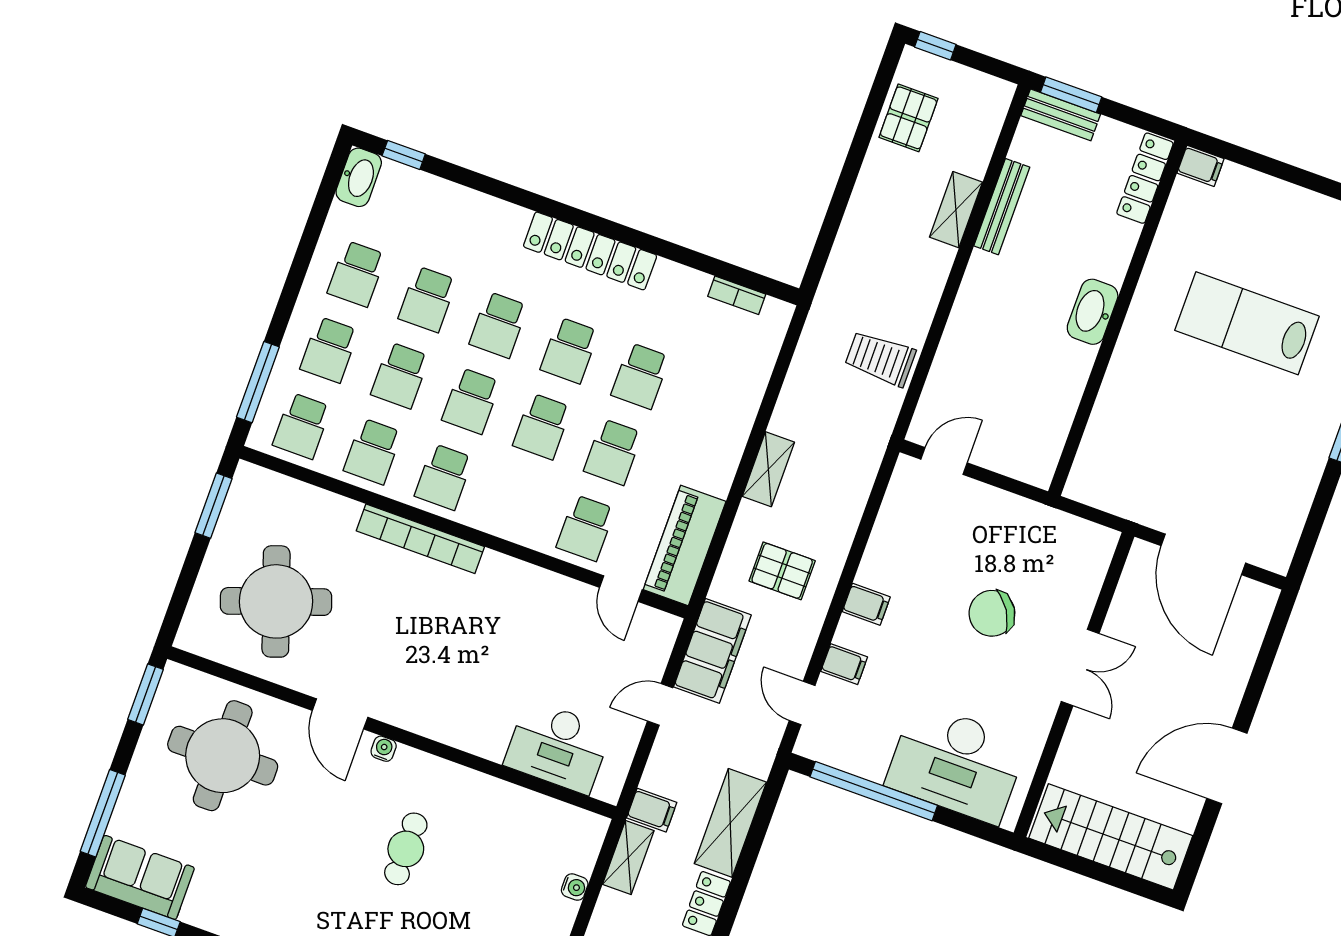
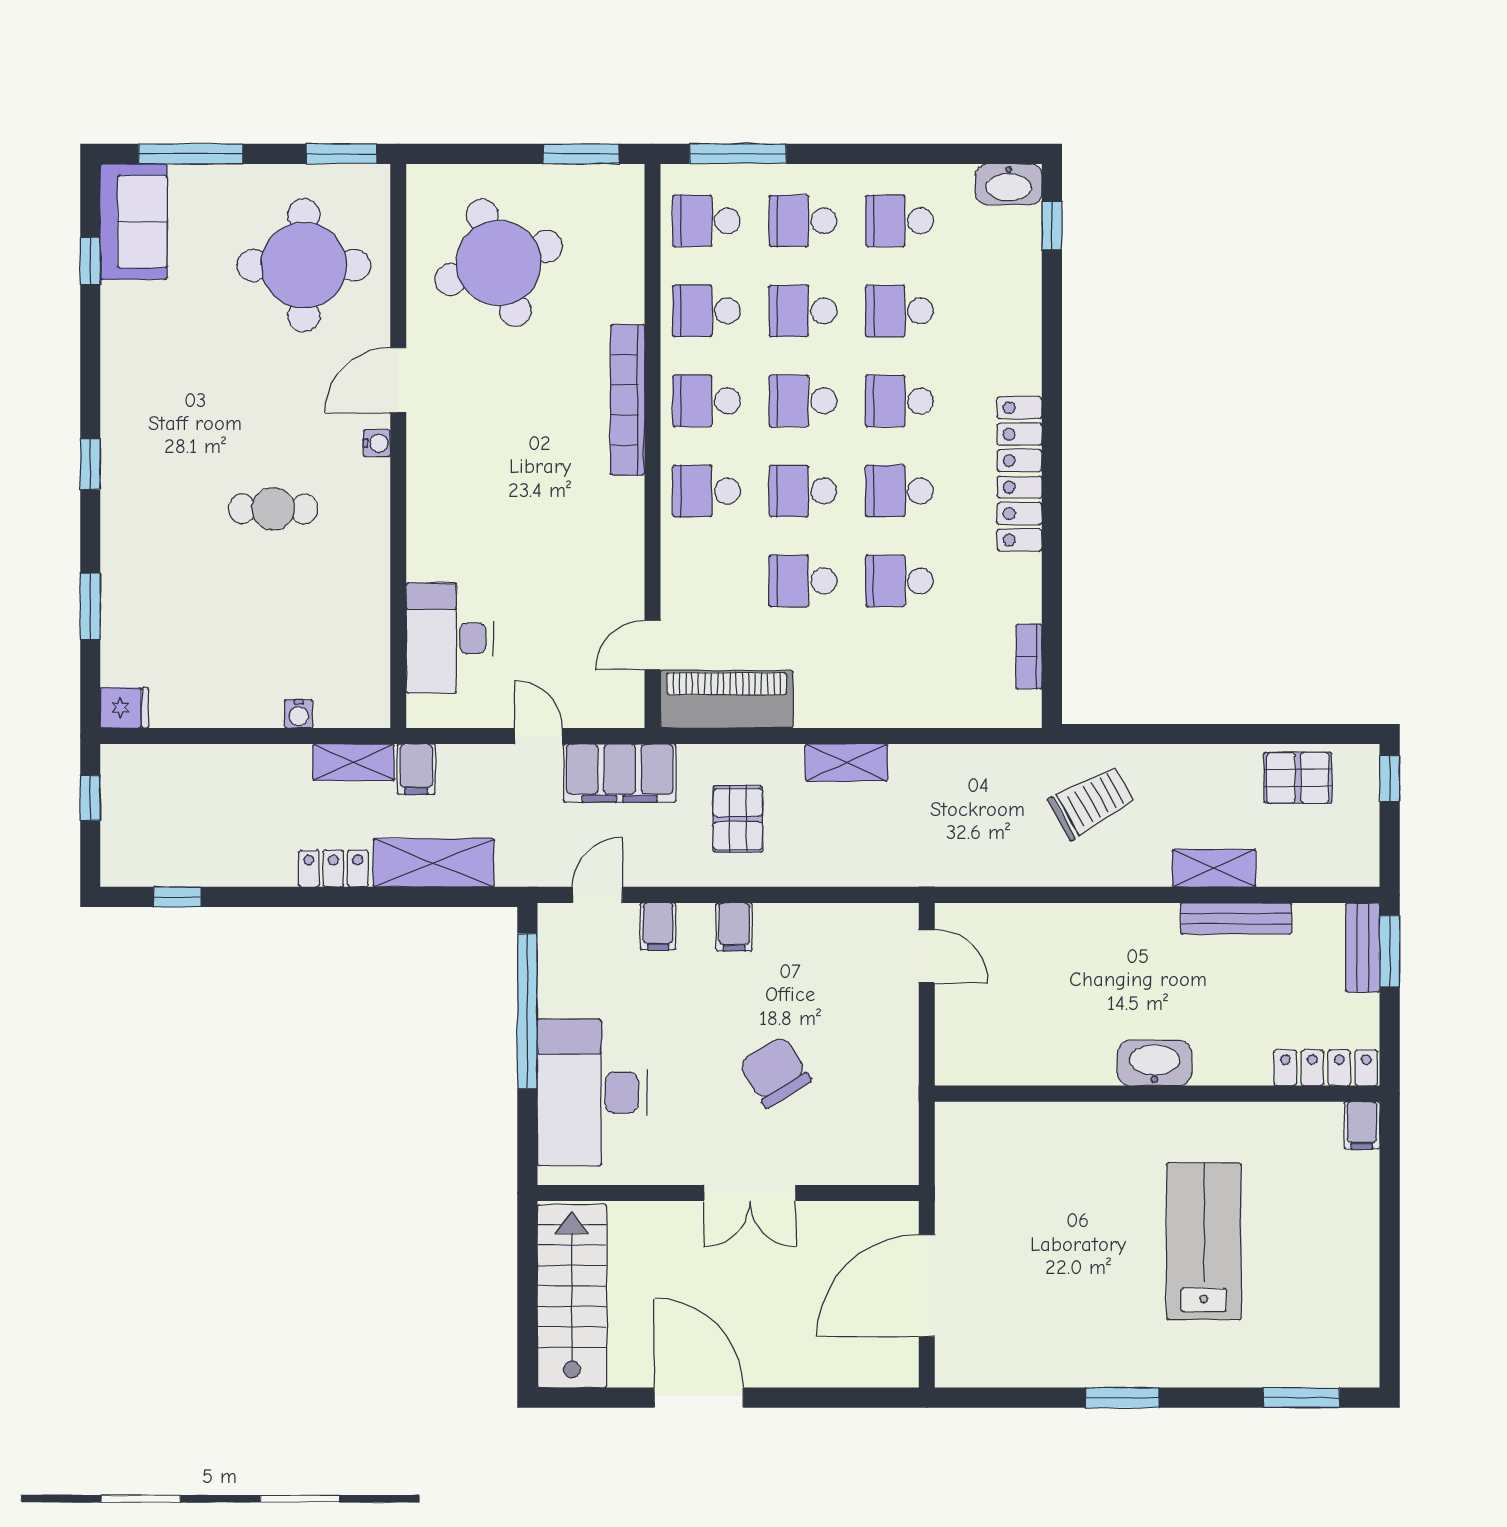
trolley: (880, 359) -> (1091, 802), moved, turned 61
school desk: (586, 528) -> (706, 491), moved

